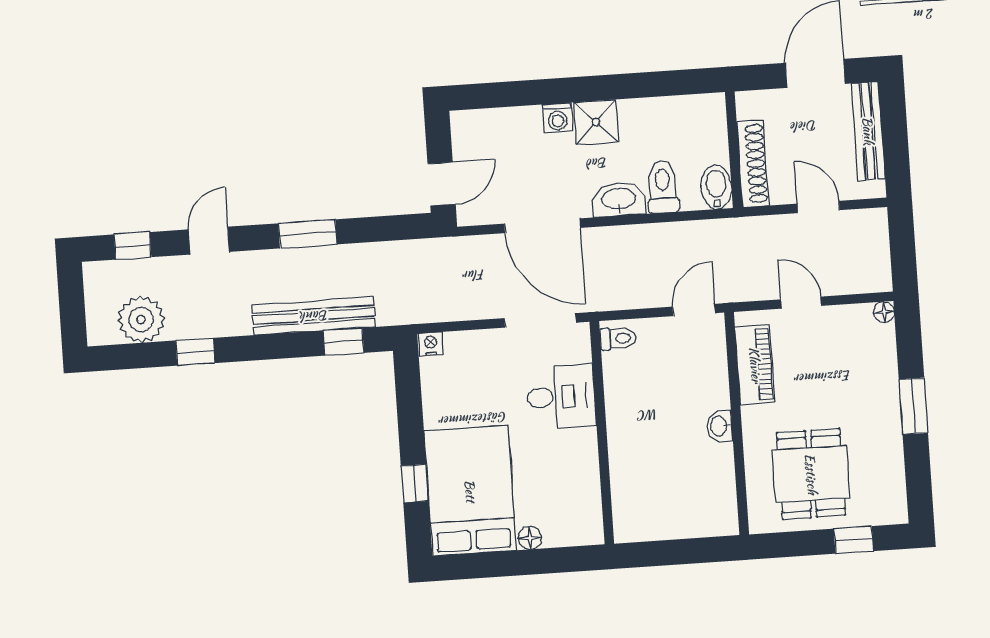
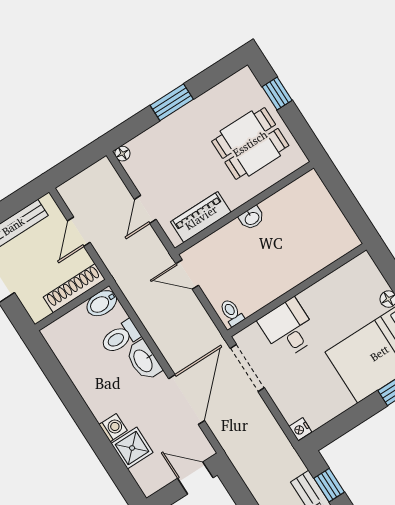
shower: (596, 122) -> (132, 448), moved

